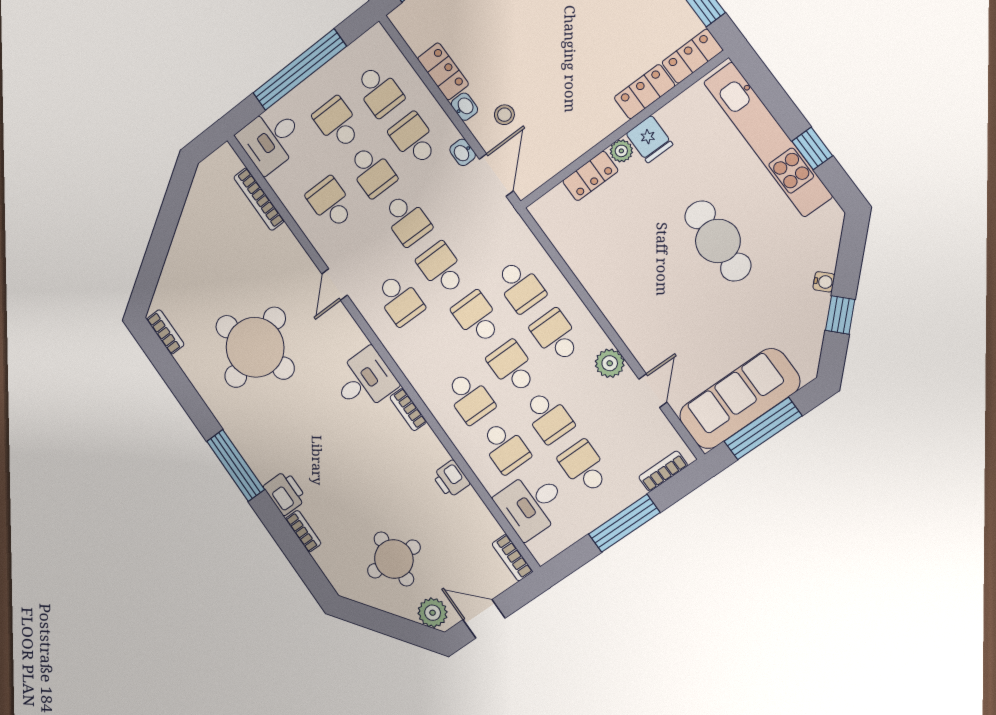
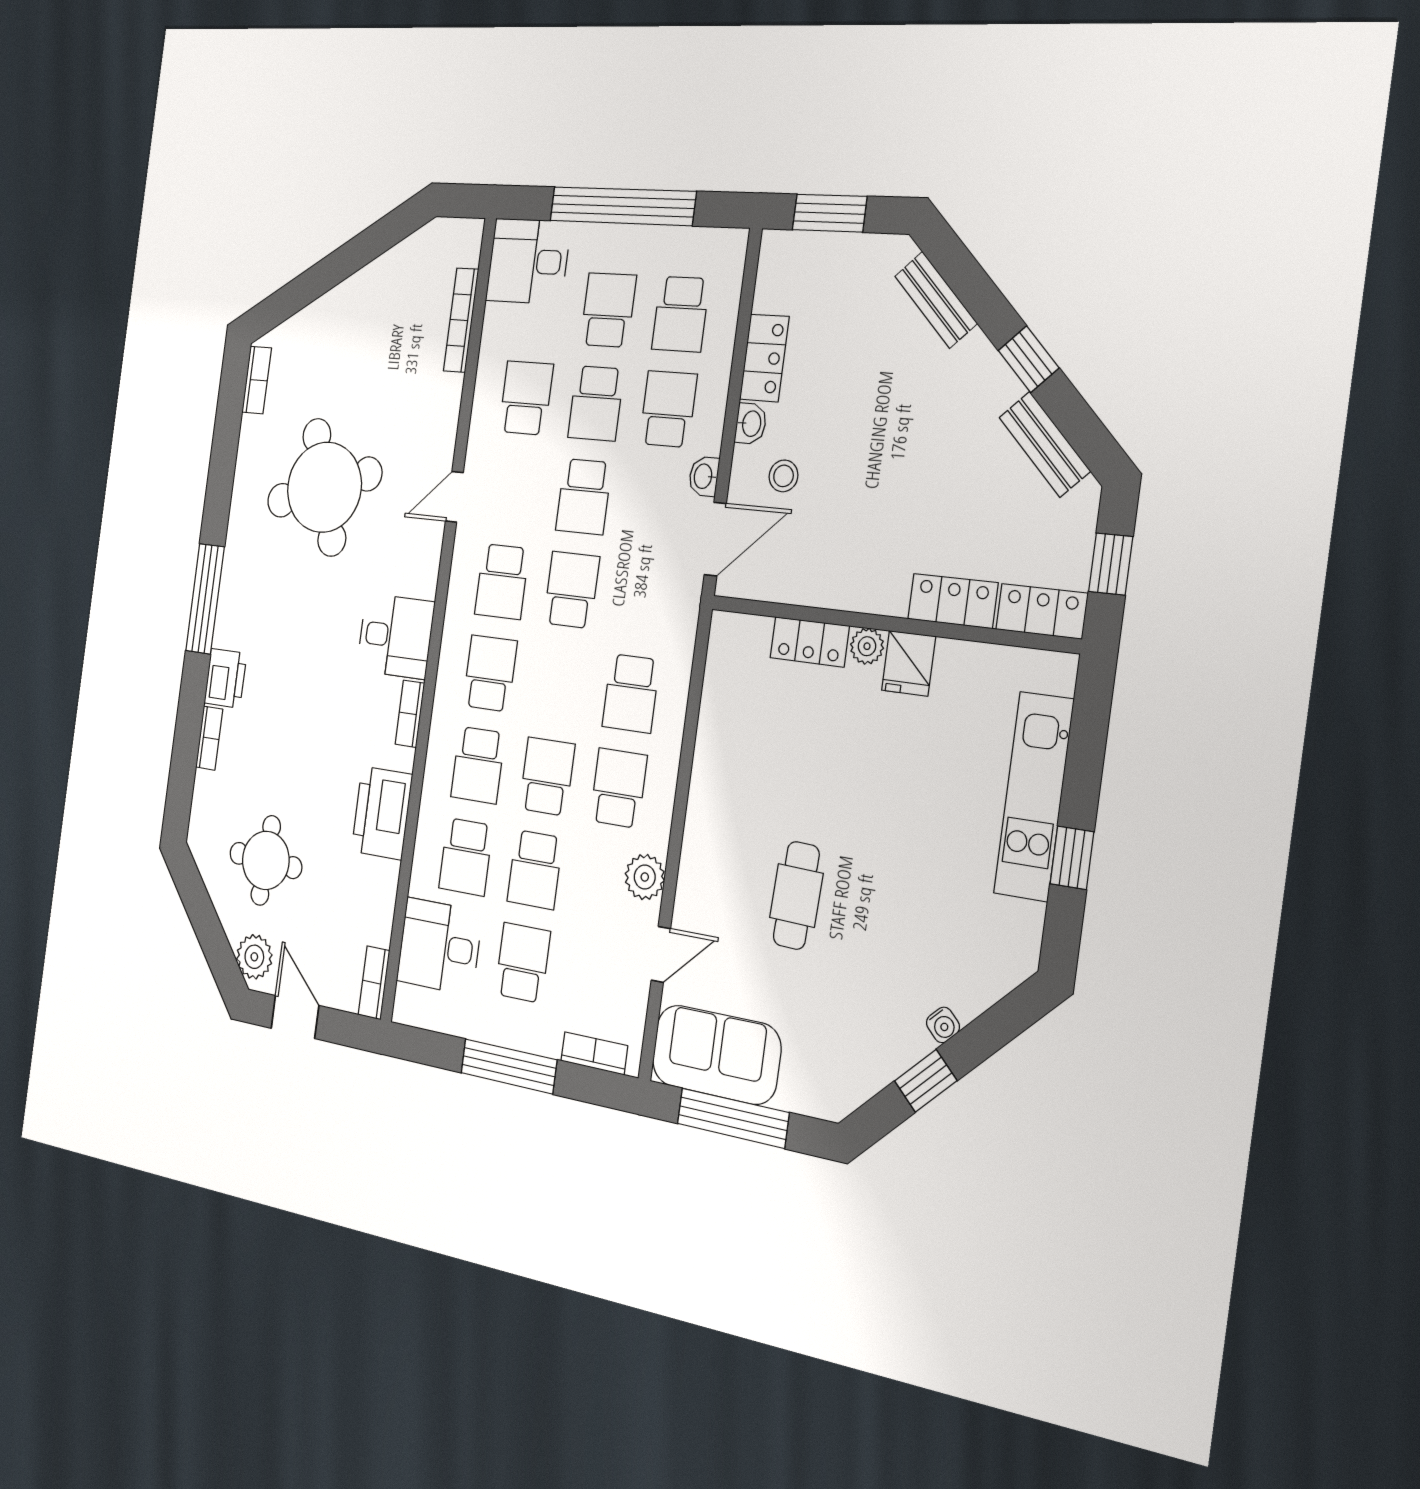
kitchen unit: (768, 139) -> (1034, 796), width x0.73
cafe table: (718, 241) -> (796, 895), moved, width x0.73, depth x0.74
school desk: (477, 318) -> (490, 673), moved
sofa: (740, 399) -> (716, 1055), width x0.73
printer: (451, 479) -> (382, 813), width x1.87, depth x1.48

